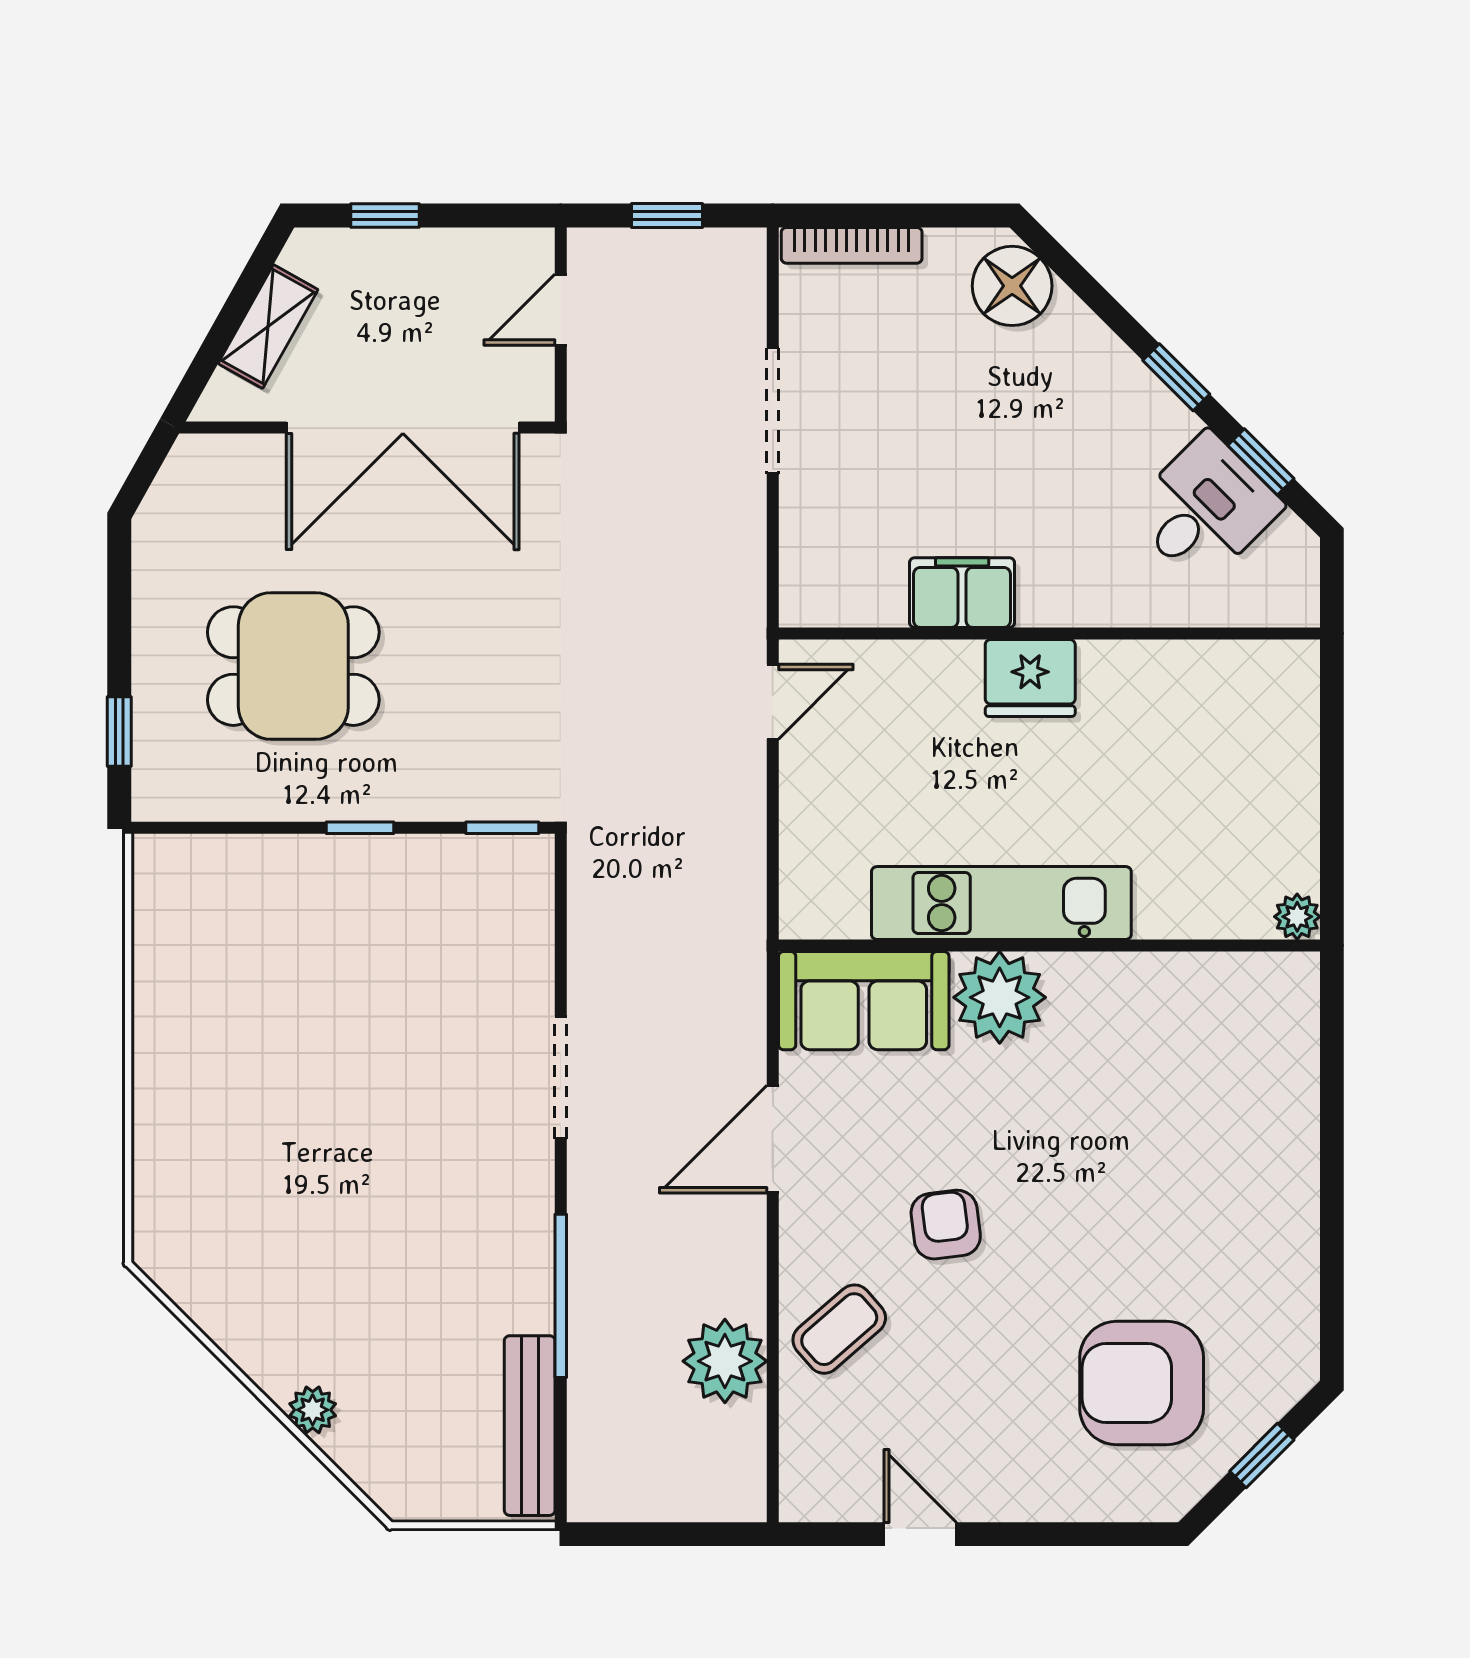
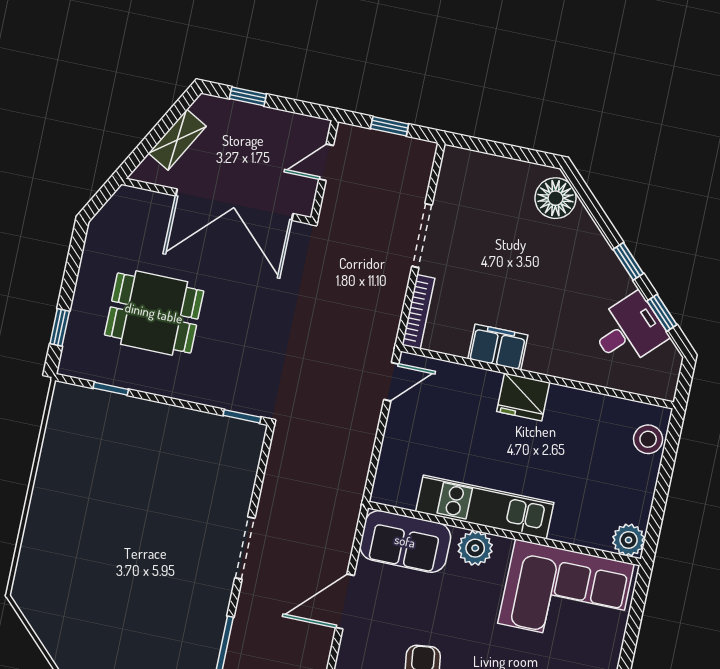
bookcase: (852, 245) -> (418, 312), moved, turned -90
stool: (1285, 708) -> (648, 439), added
window: (360, 828) -> (111, 389), moved
plant: (1297, 917) -> (629, 540), width x1.38, depth x1.38
plant: (1000, 997) -> (475, 548), width x0.73, depth x0.73
corner sofa: (1191, 1036) -> (566, 594), added

